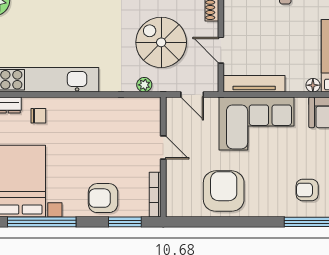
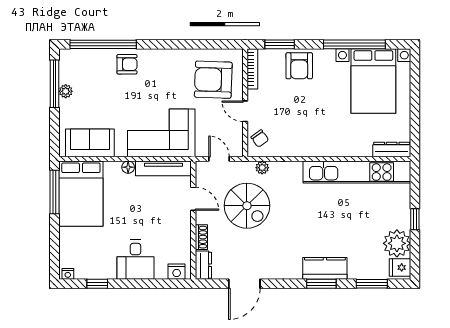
floor lamp: (313, 85) -> (128, 167), moved
chair: (38, 116) -> (260, 138), moved, turned -126
armchair: (307, 190) -> (127, 64), moved
armchair: (224, 191) -> (213, 80), moved, turned 92
armchair: (103, 198) -> (299, 66), turned 90

